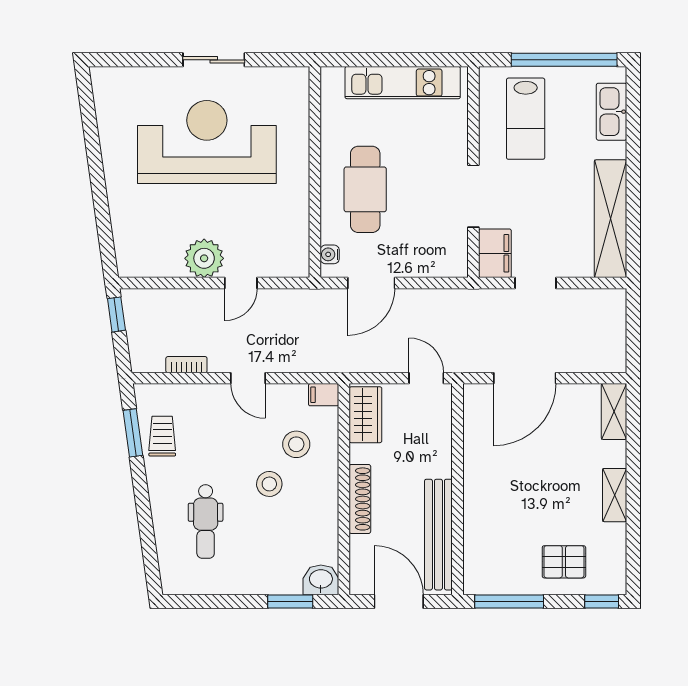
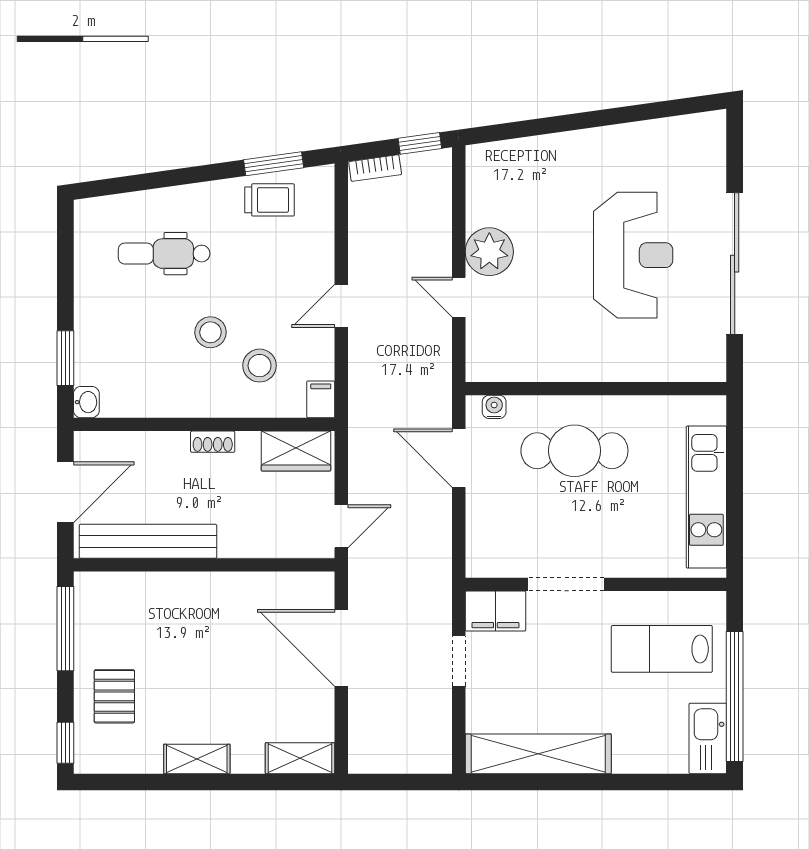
sliding door: (214, 60) -> (735, 264), width x1.86
kitchen sink: (612, 112) -> (708, 738), moved, turned -90
reception desk: (207, 142) -> (633, 255), width x0.74, depth x0.77
bookcase: (186, 365) -> (375, 168), moved, turned 82
shoe rack: (360, 499) -> (213, 442), width x0.51, depth x0.81
washbasin: (321, 580) -> (86, 402), width x0.72, depth x0.69

